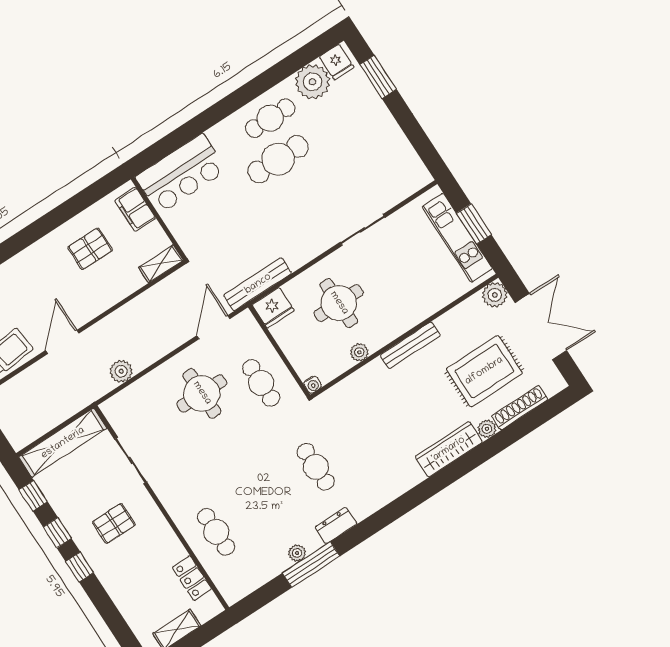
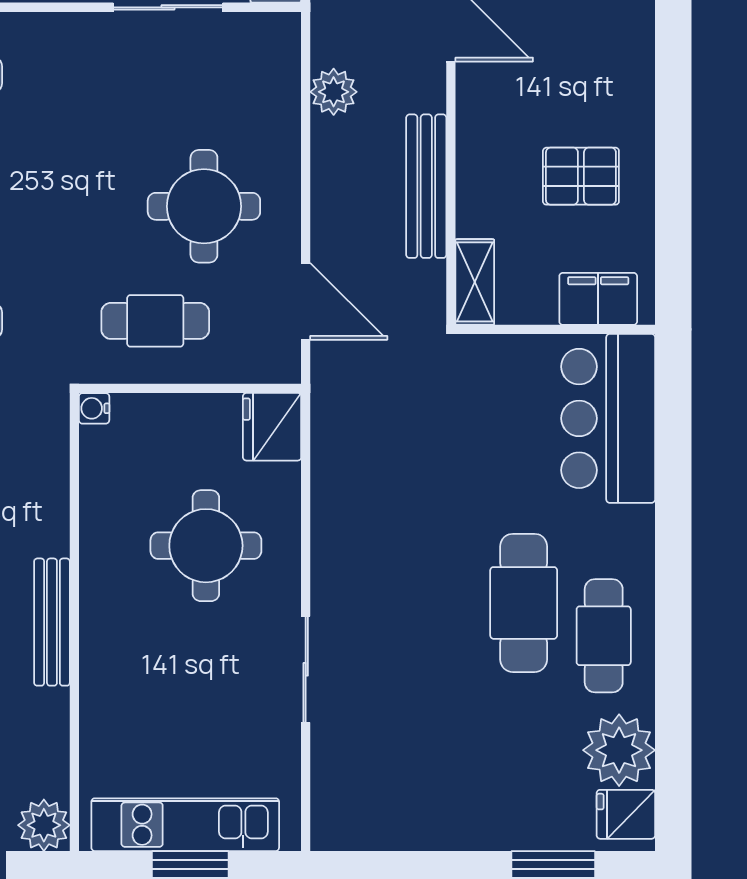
pallet: (90, 249) -> (581, 176), turned 90
bench: (258, 284) -> (426, 186), moved
plant: (359, 352) -> (97, 526), removed

